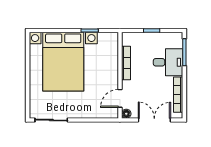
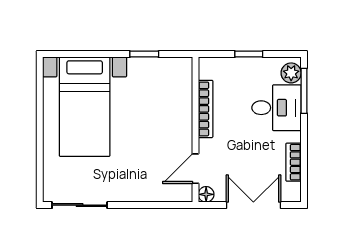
plant: (177, 42) -> (291, 73), added
bed with nightstands: (63, 62) -> (85, 107), width x0.73
bookcase: (178, 95) -> (293, 162), width x0.64

